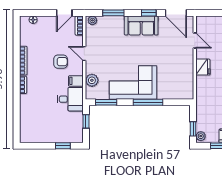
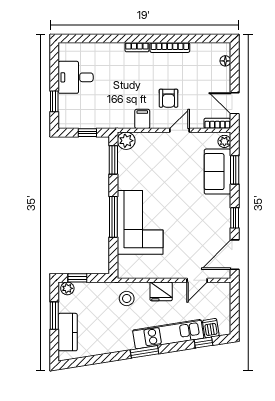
sofa: (141, 26) -> (217, 172), moved
plant: (92, 80) -> (126, 141), moved
corner sofa: (133, 83) -> (140, 222), moved
stool: (208, 92) -> (127, 299), added
desk: (70, 99) -> (76, 77), moved, turned 90

